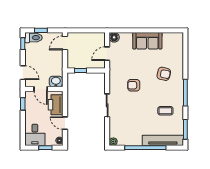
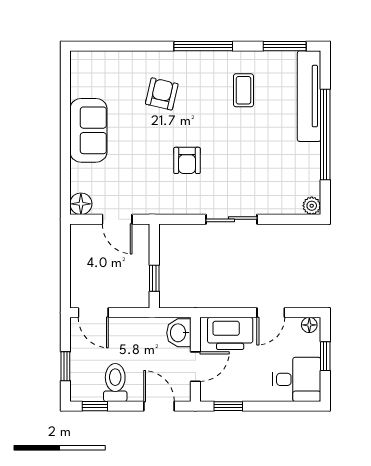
toilet: (33, 38) -> (115, 382), moved
door: (23, 73) -> (159, 406), hinge flipped

